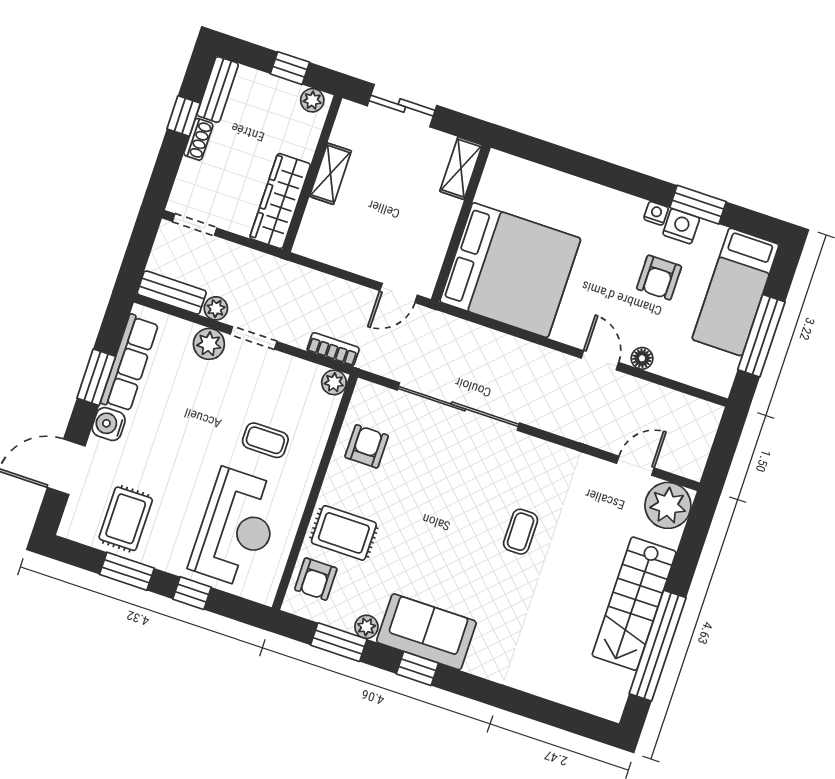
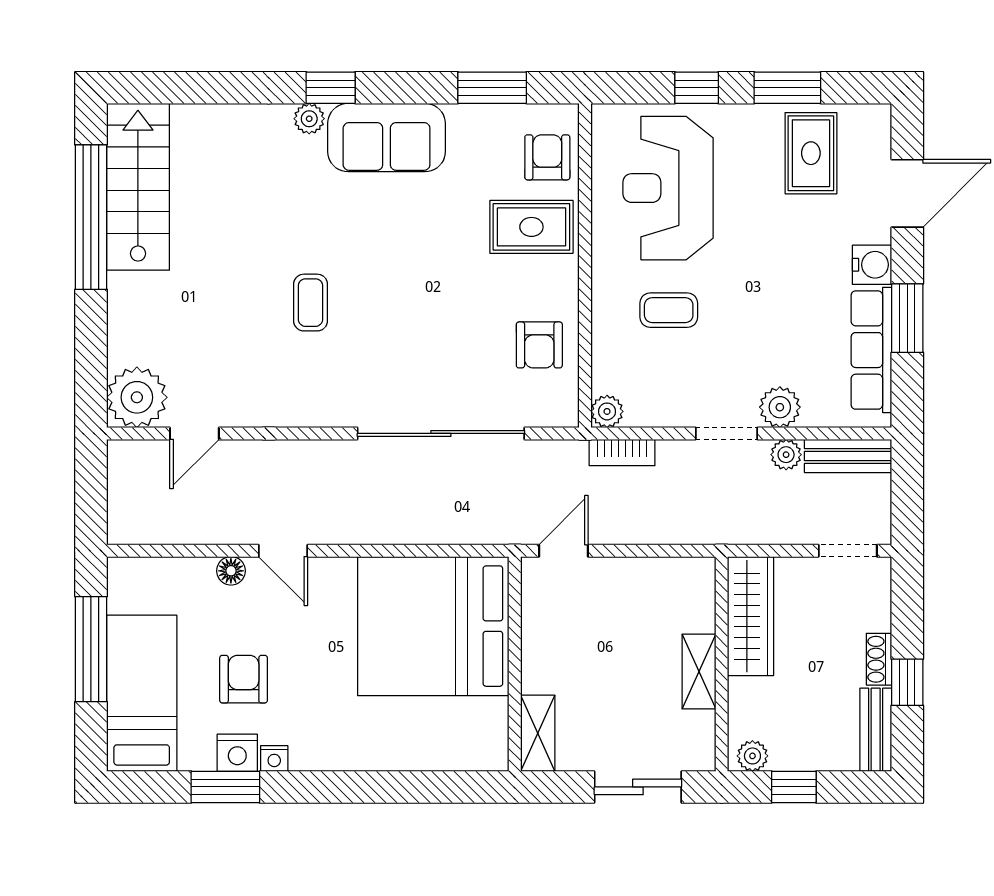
stairs: (634, 604) -> (138, 187), moved
plant: (366, 627) -> (309, 119), moved
window: (417, 668) -> (331, 88), moved

